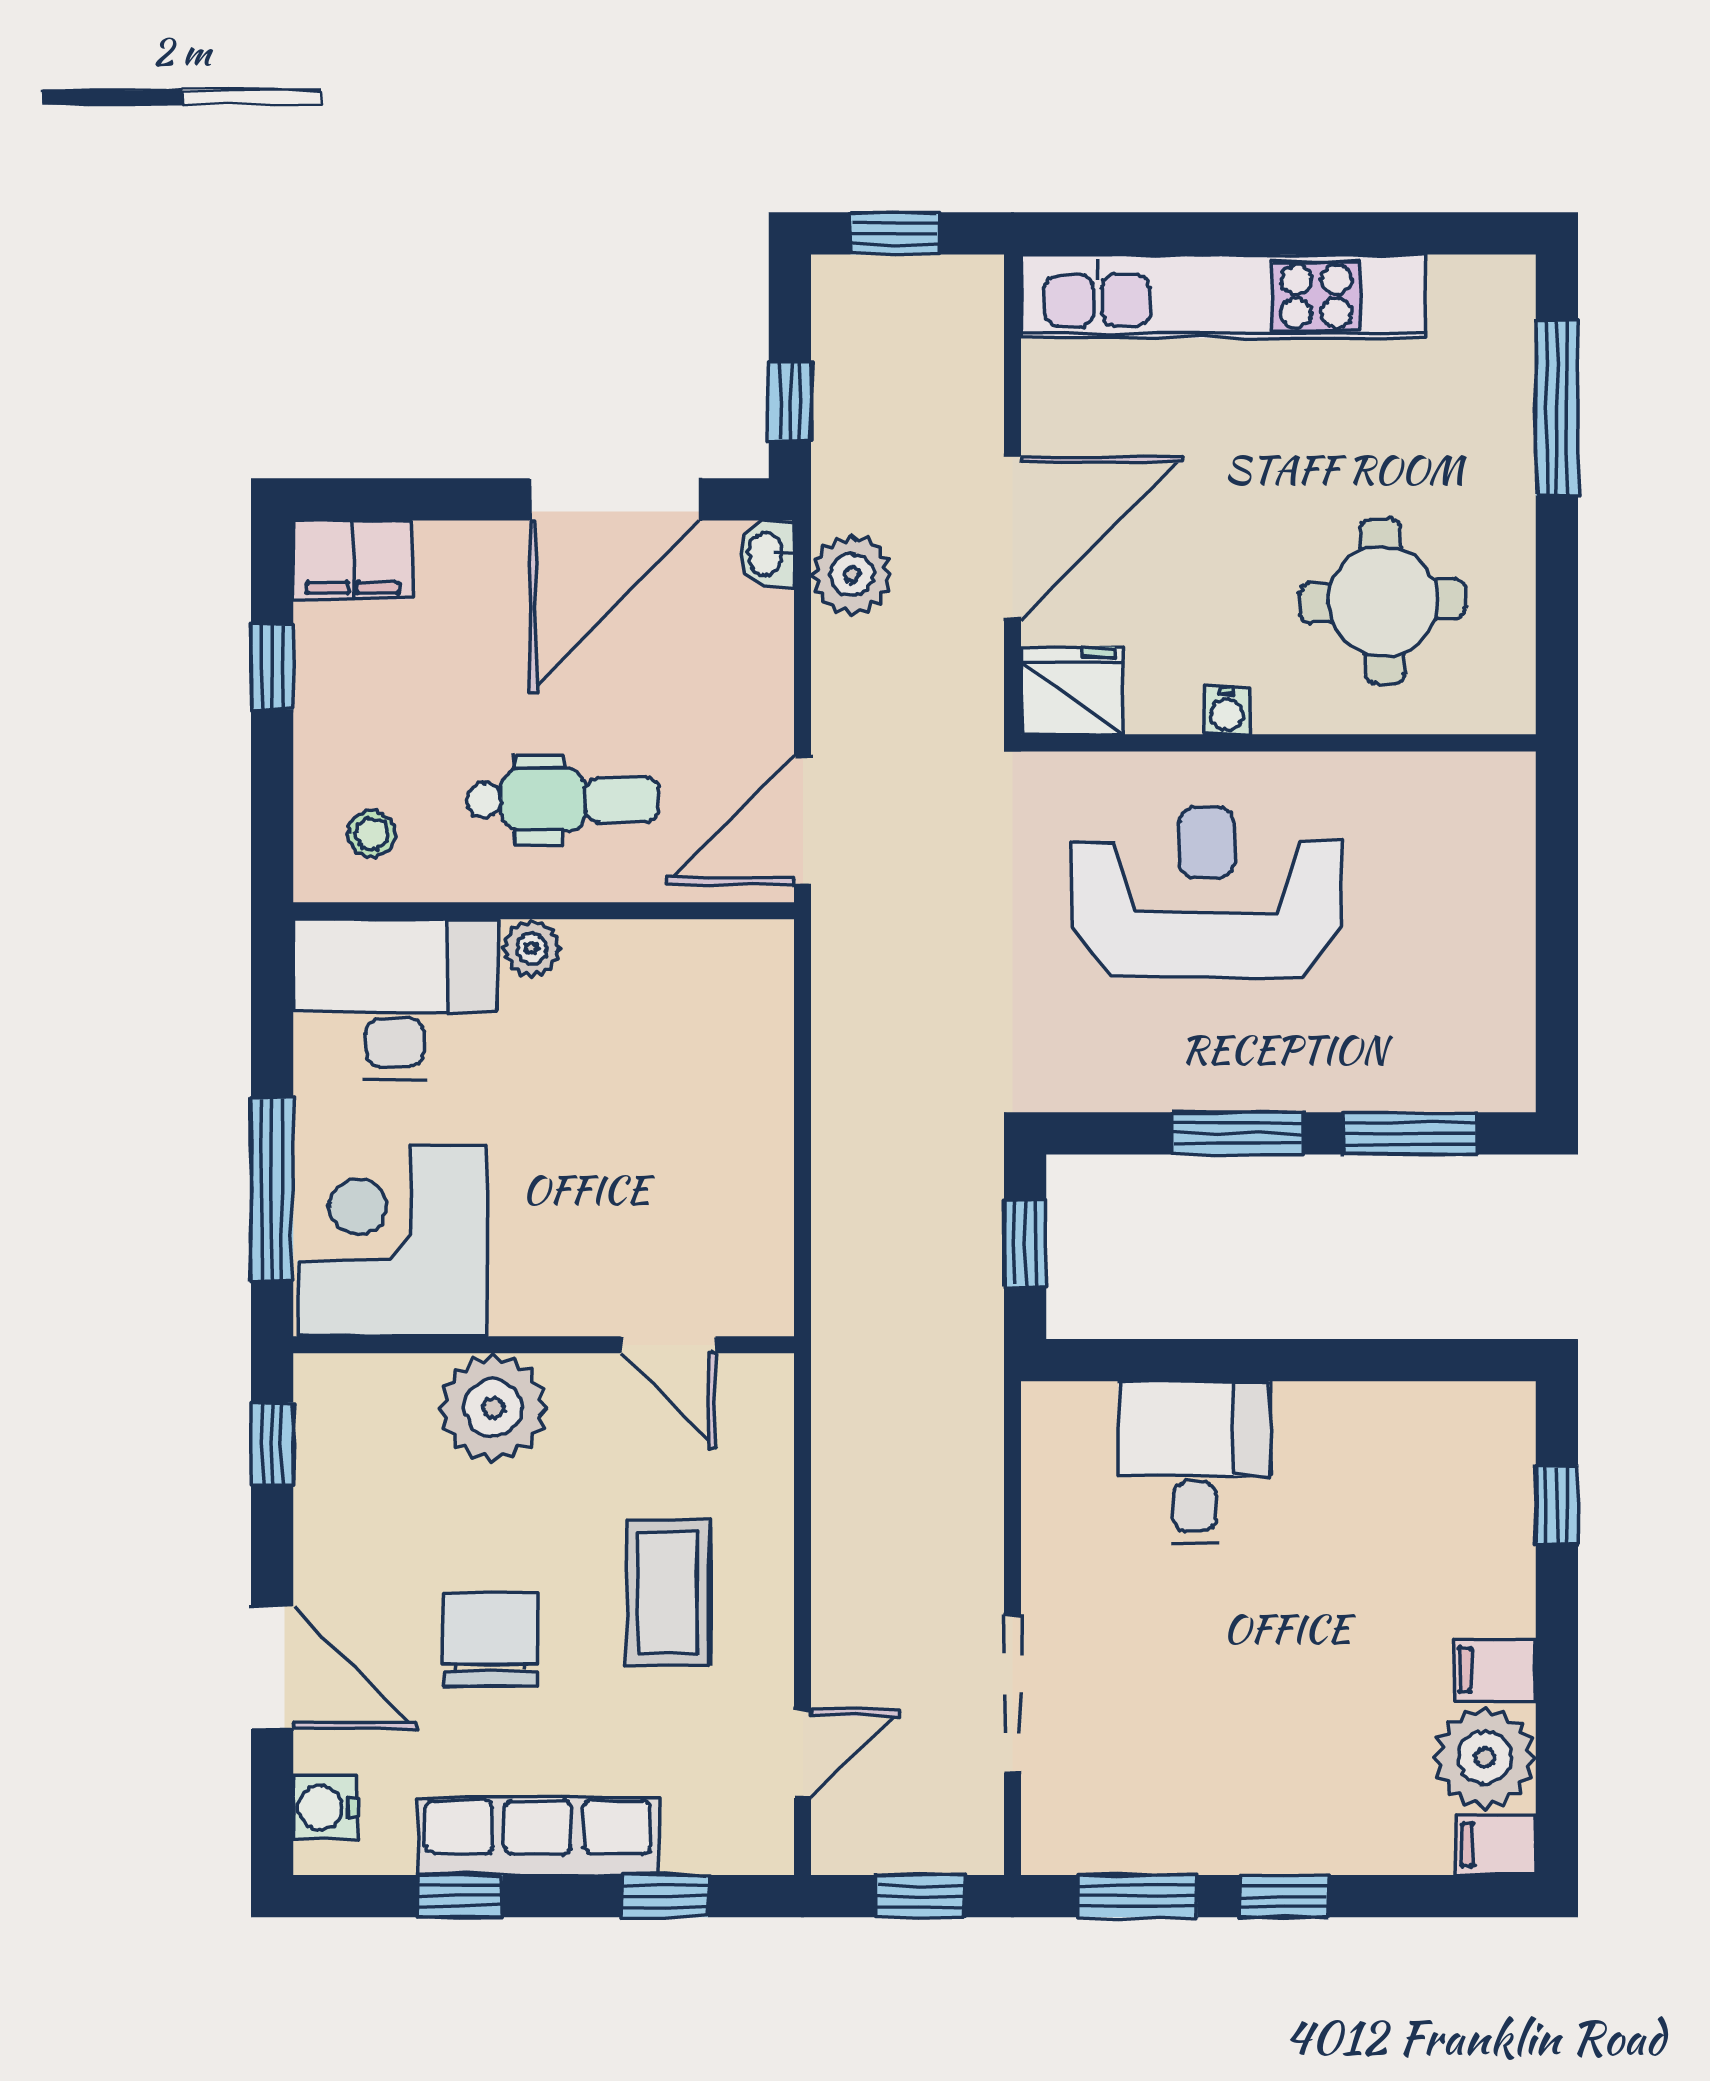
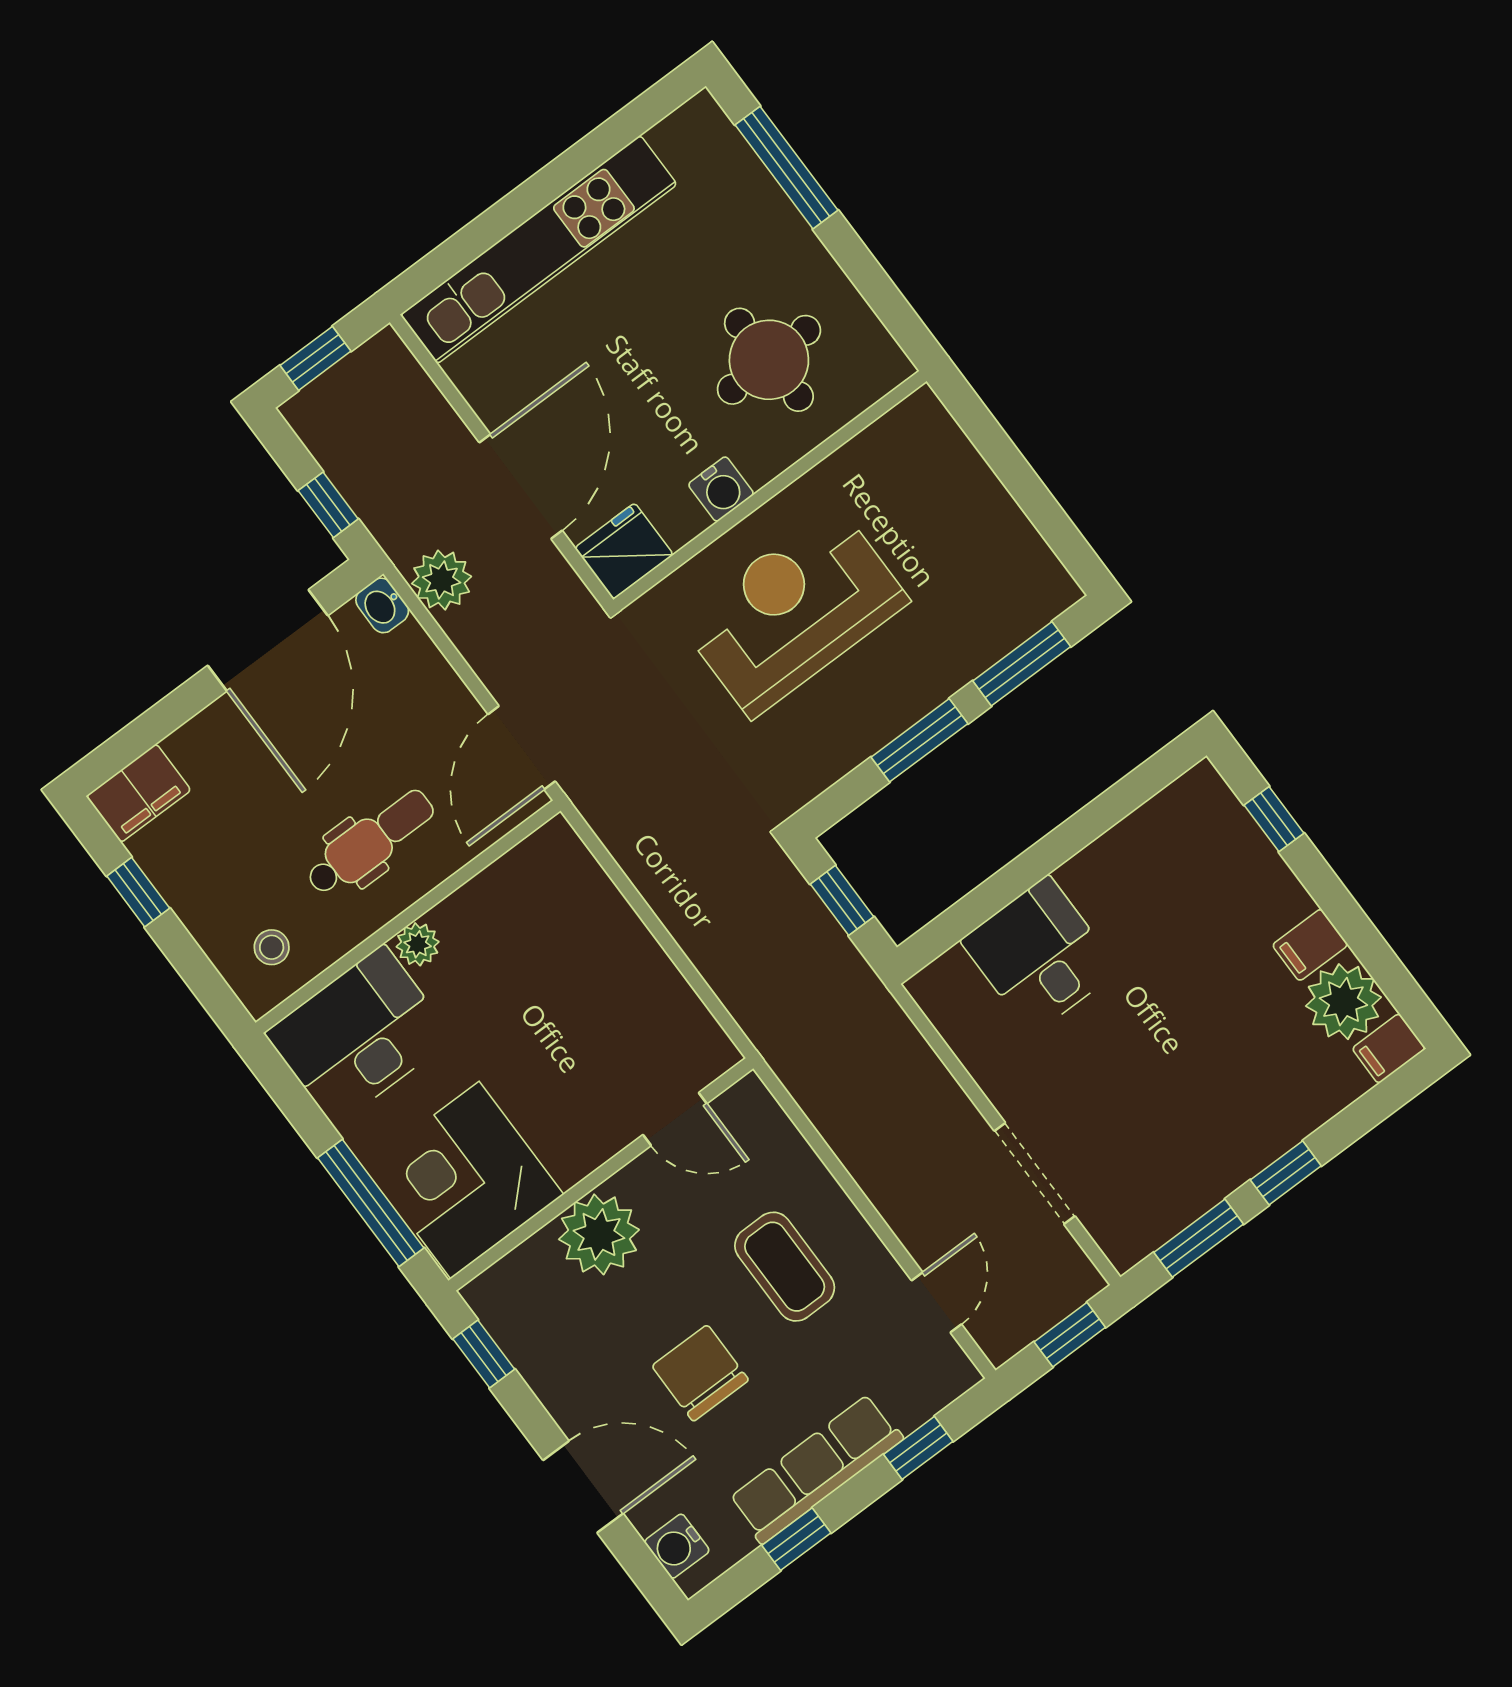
water cooler: (1227, 711) -> (721, 489), width x1.38, depth x1.38

